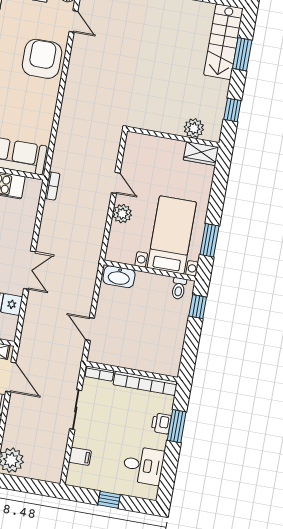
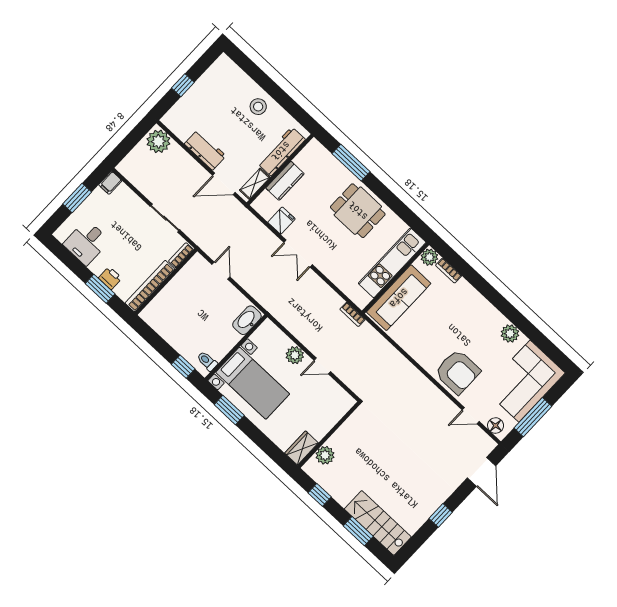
door: (90, 329) -> (221, 271), hinge flipped
filing cabinet: (80, 456) -> (110, 183), moved
window: (109, 500) -> (77, 198), width x1.50

